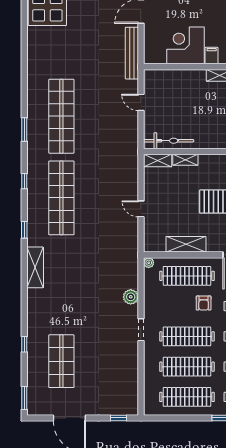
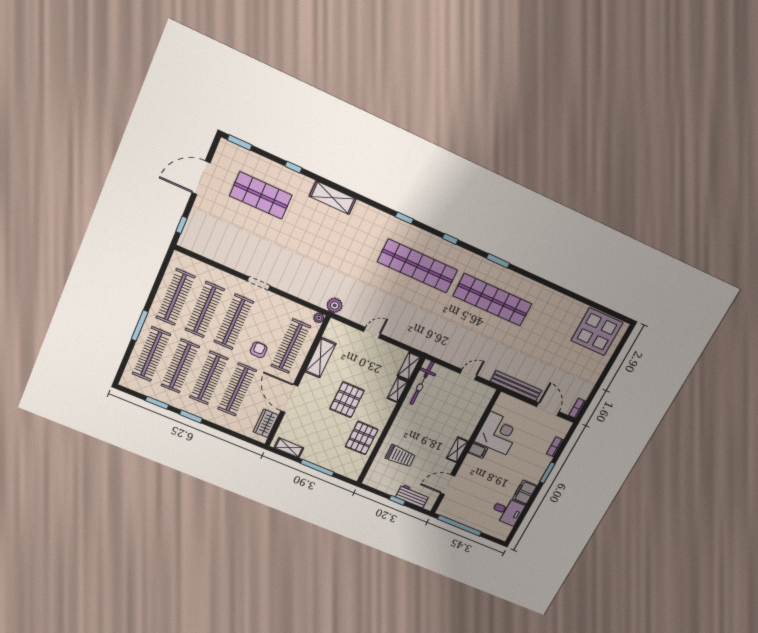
shelving: (35, 267) -> (333, 198), moved
plant: (131, 297) -> (335, 305), moved
armchair: (204, 303) -> (259, 350), turned 90

